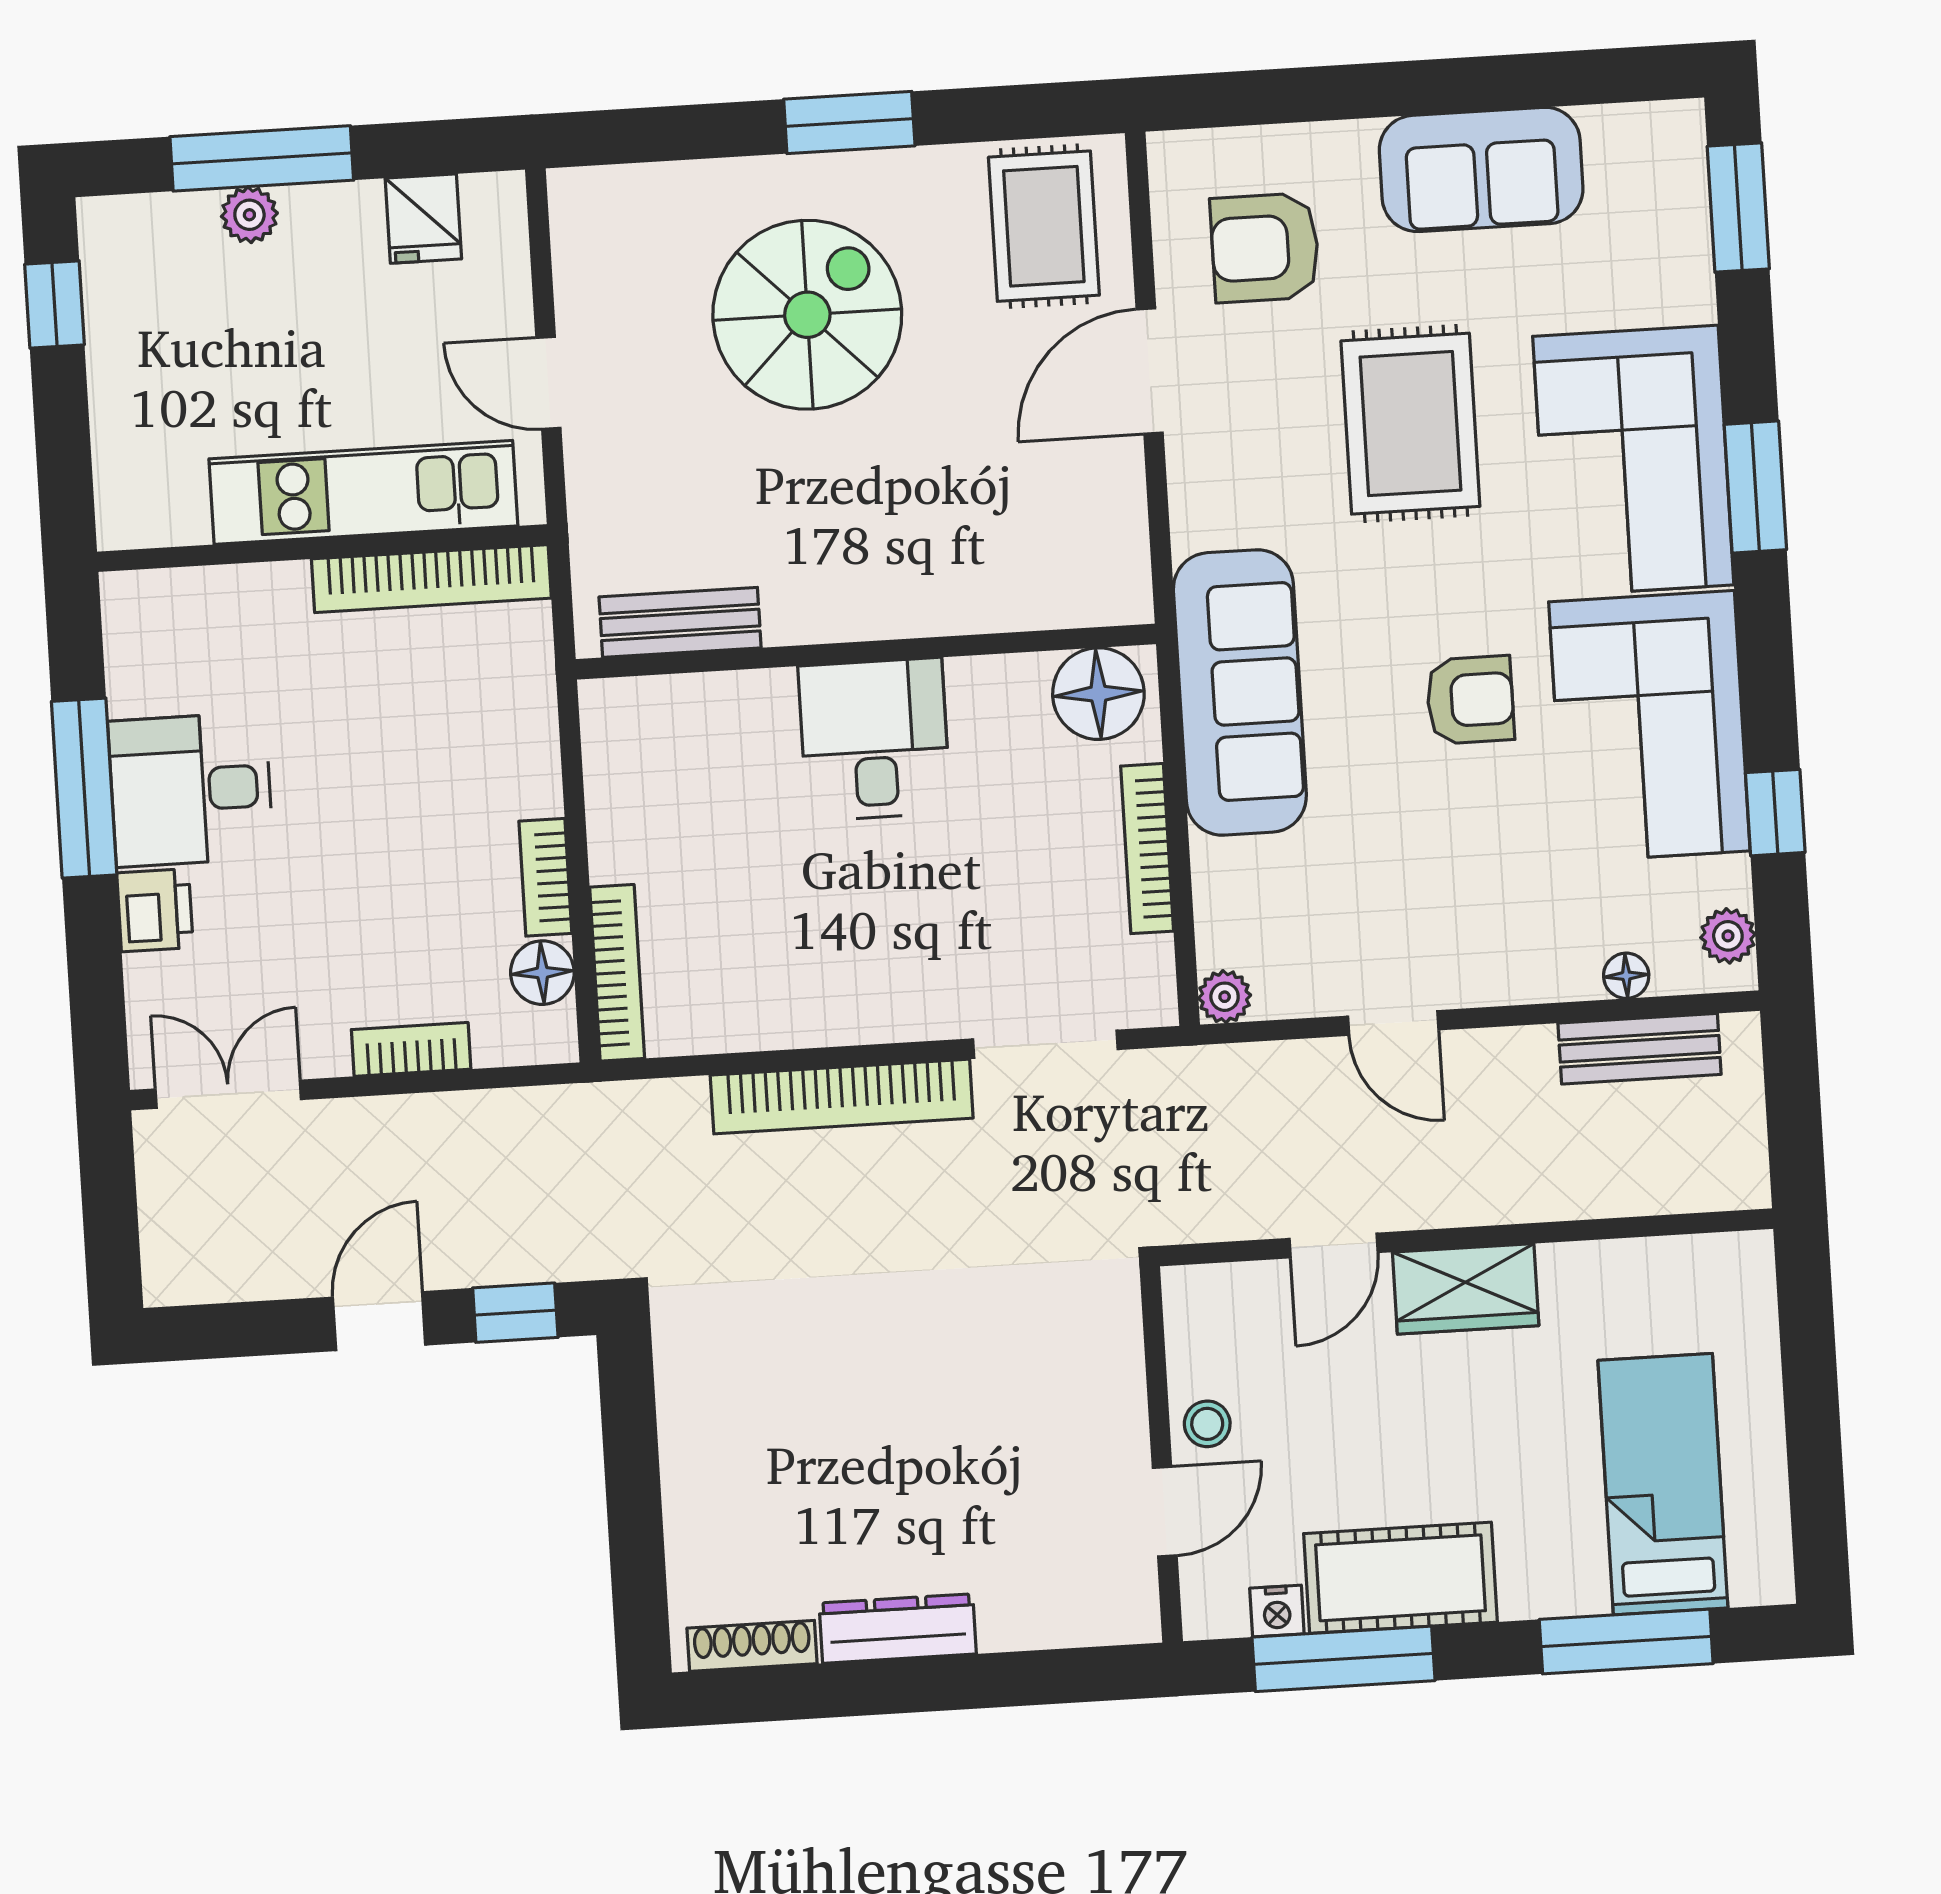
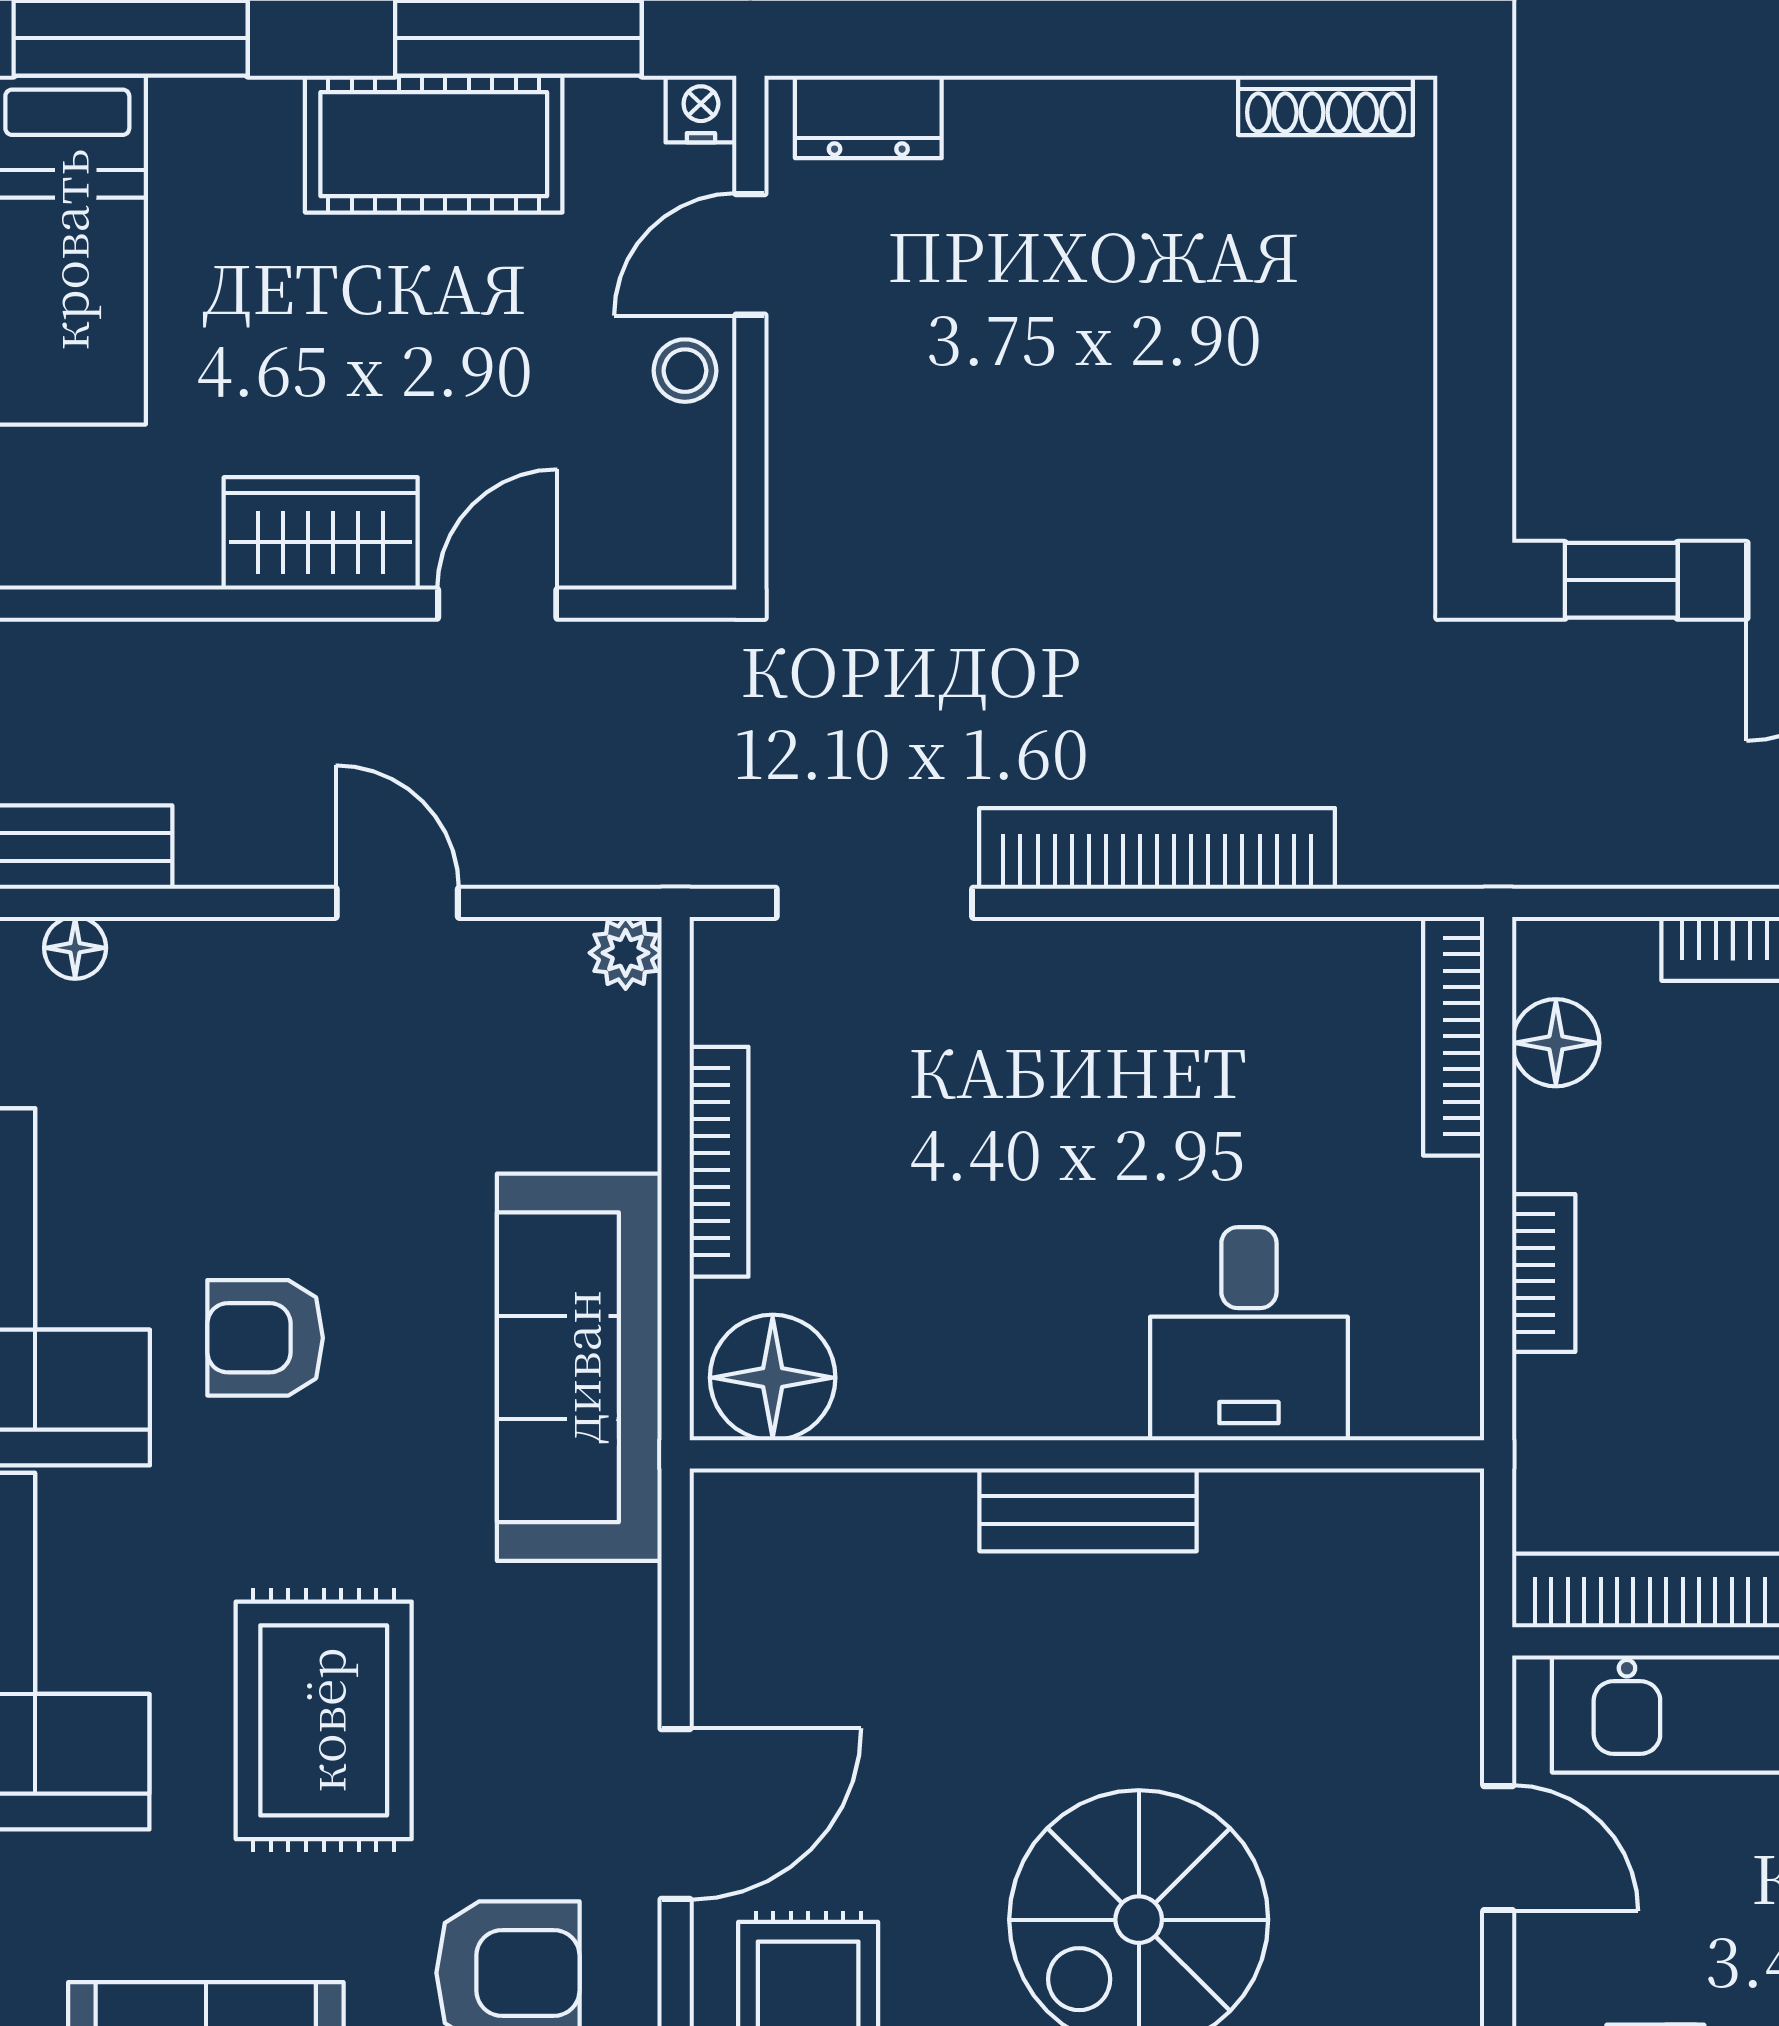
bench: (680, 622) -> (1088, 1510), moved
desk: (874, 739) -> (1249, 1334), moved
bookcase: (545, 877) -> (1544, 1273), moved
nightstand: (1277, 1611) -> (701, 109), moved
dresser: (898, 1628) -> (868, 117), moved, width x0.70

